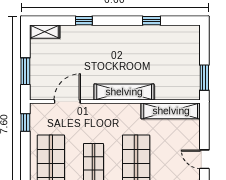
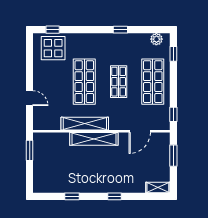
window: (84, 21) -> (115, 196), moved
shelving: (171, 111) -> (85, 124), moved
door: (204, 159) -> (30, 98), moved

